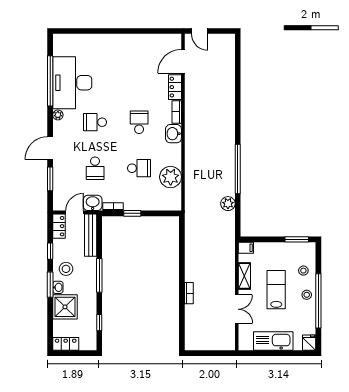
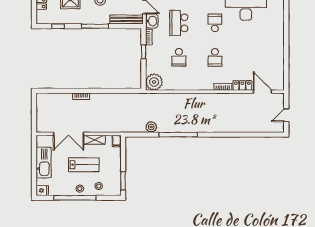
door: (200, 31) -> (286, 115), moved
school desk: (139, 122) -> (215, 57), turned 90
washbasin: (173, 134) -> (206, 84), removed
school desk: (95, 168) -> (179, 23), width x1.85
plant: (171, 177) -> (154, 82), moved
double door: (237, 309) -> (69, 134), width x1.37

